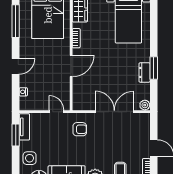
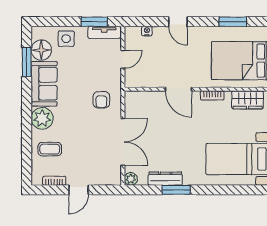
window: (16, 21) -> (233, 22), width x0.69
dresser: (145, 72) -> (165, 179), width x1.44
door: (56, 112) -> (123, 59), moved

